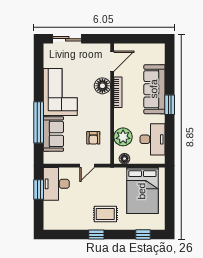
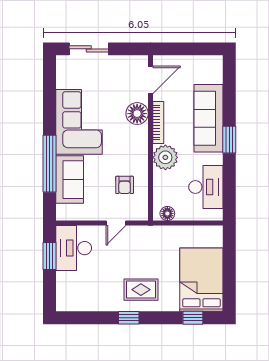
plant: (123, 137) -> (165, 157), moved
bed: (142, 191) -> (201, 280), moved, turned 180

